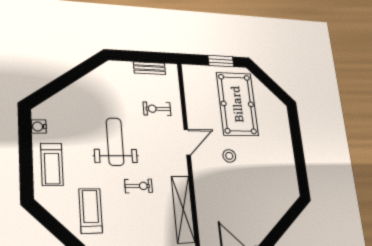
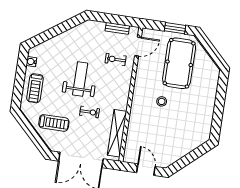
door: (187, 142) -> (138, 46), moved
treadmill: (91, 211) -> (54, 123), turned 90

